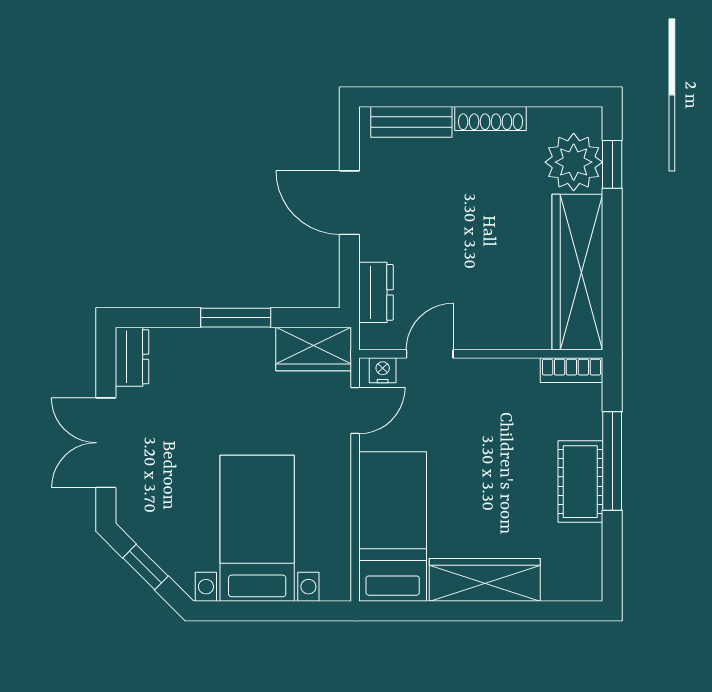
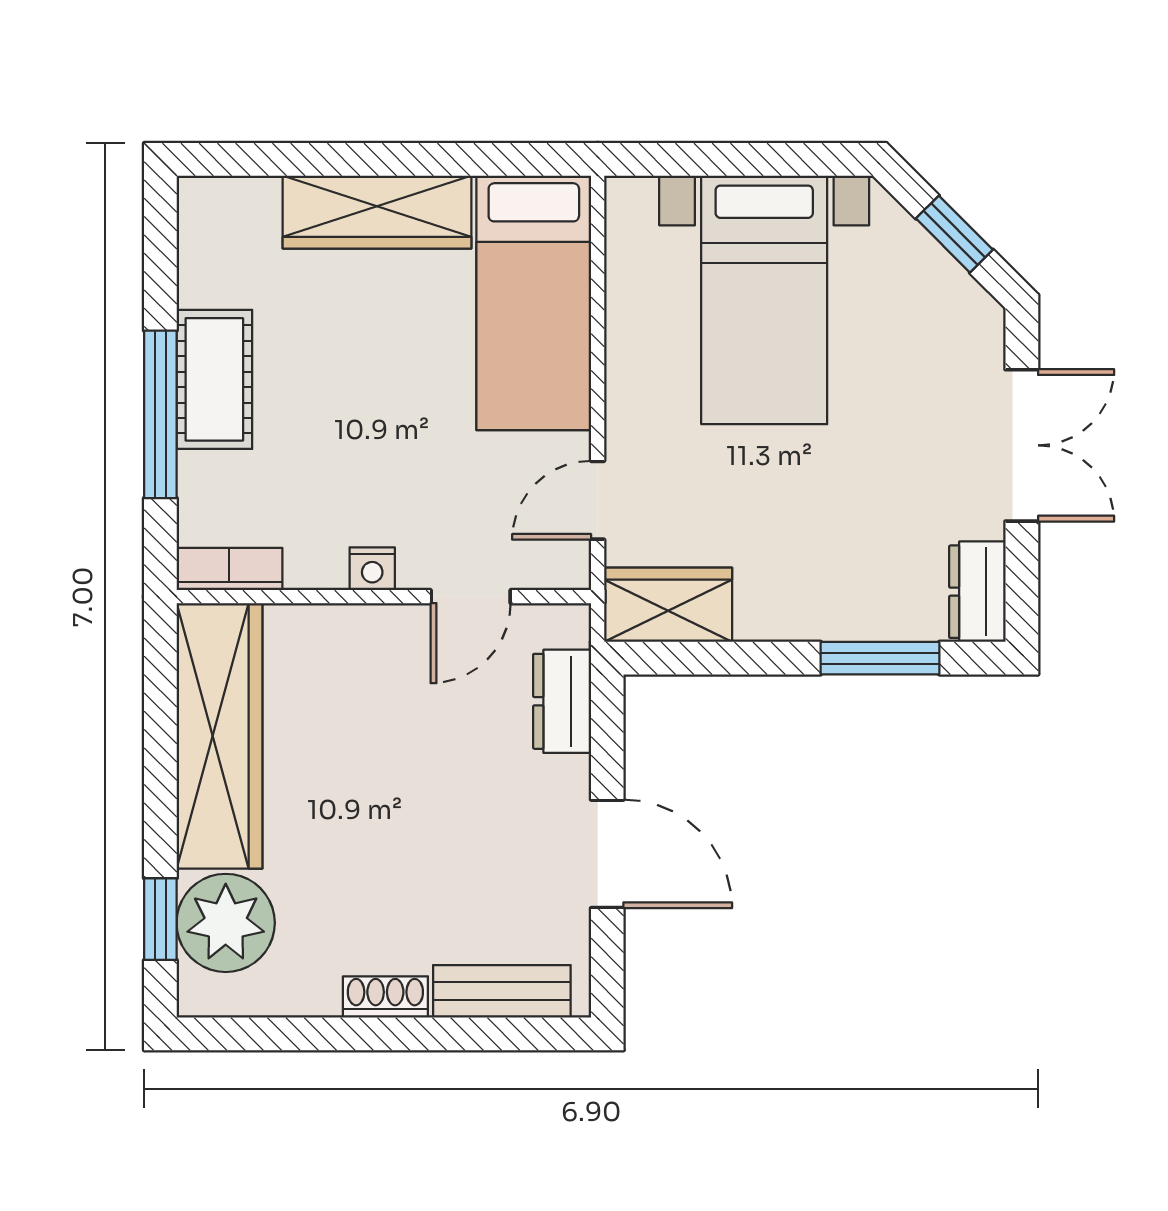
shoe rack: (491, 119) -> (385, 997), width x0.70
window: (236, 318) -> (880, 658), moved
nightstand: (383, 370) -> (372, 569), moved

